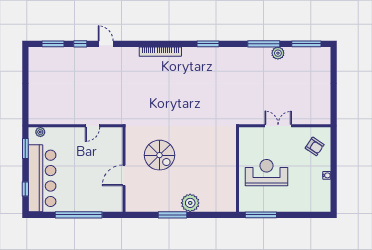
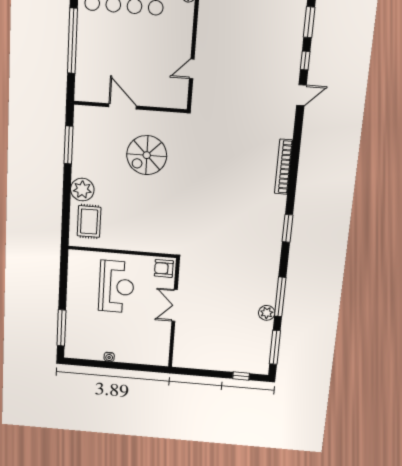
window: (334, 68) -> (241, 376), added
door: (92, 126) -> (192, 69), hinge flipped
double door: (278, 126) -> (175, 305), swing flipped
armchair: (315, 146) -> (164, 268), moved, turned 56
rug: (215, 197) -> (89, 222), added
window: (172, 215) -> (68, 145), moved
window: (261, 215) -> (61, 328), moved

